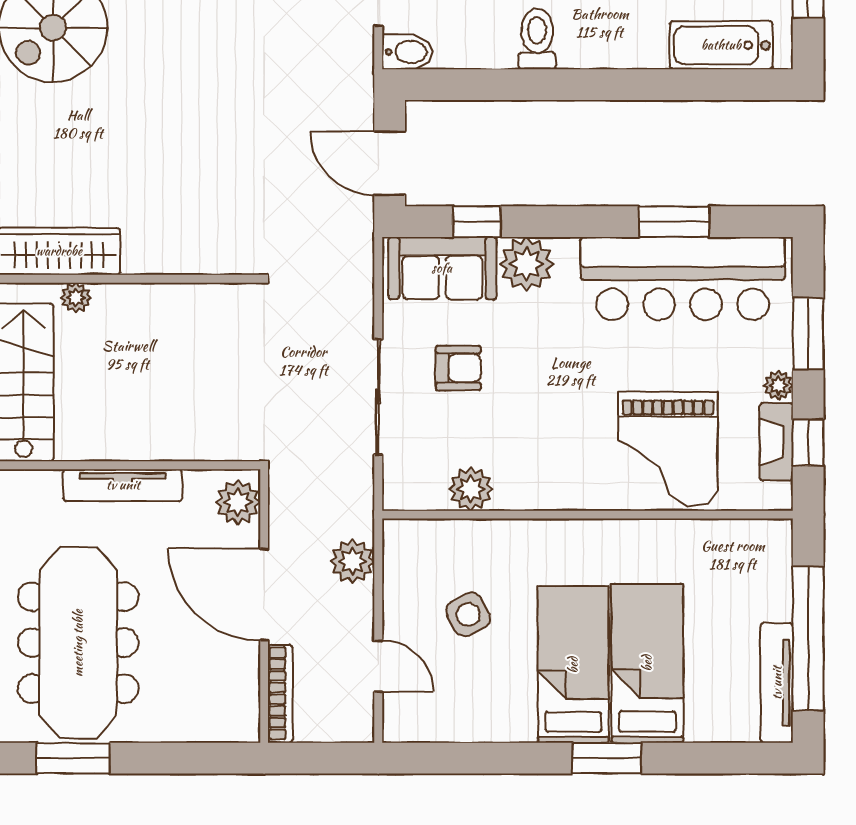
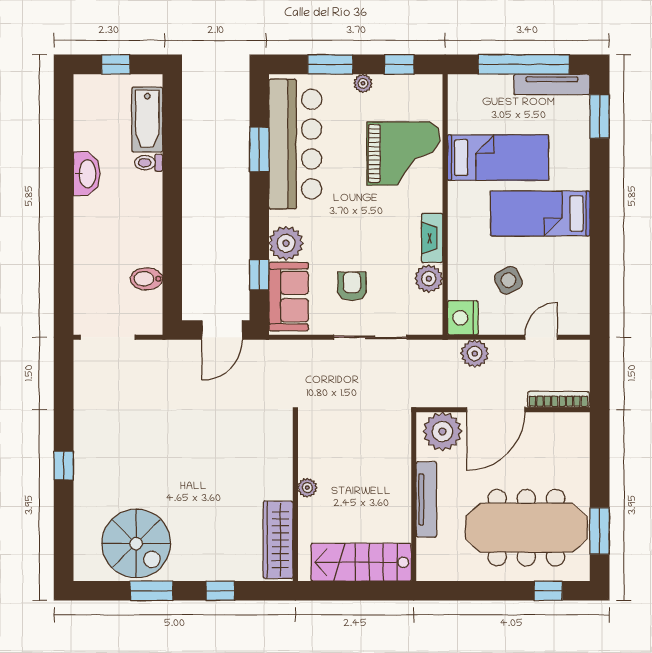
toilet: (537, 39) -> (149, 163), moved, width x0.73, depth x0.72
bidet: (407, 52) -> (146, 279), moved, turned -90
plant: (76, 298) -> (307, 488), moved
fireplace: (776, 442) -> (432, 238), moved, turned 90
plant: (238, 502) -> (442, 431), width x1.36, depth x1.36
nightstand: (409, 543) -> (463, 318), added
bed: (647, 663) -> (498, 158), moved, turned 180
window: (607, 758) -> (600, 116), moved

